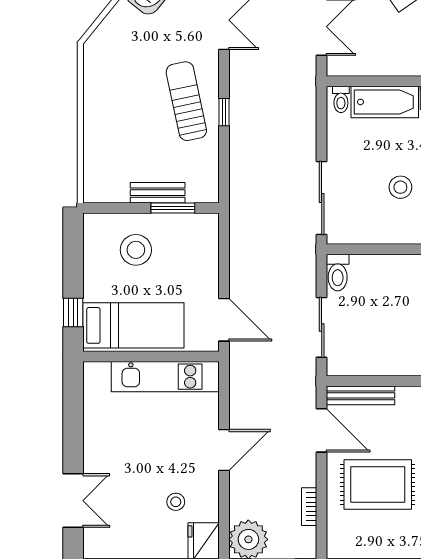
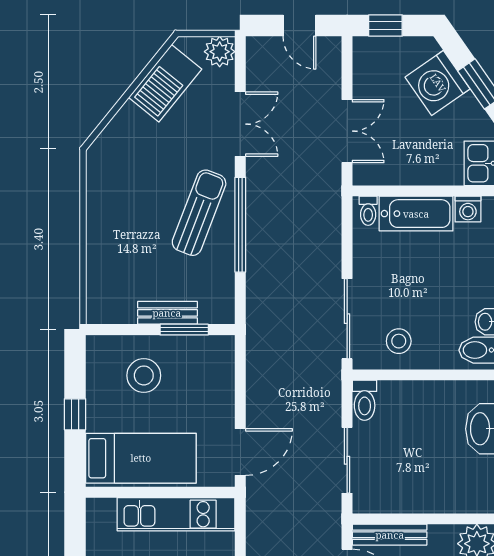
sun lounger: (186, 101) -> (199, 213), turned 33
window: (224, 112) -> (240, 225), width x3.17
stool: (400, 187) -> (399, 341), moved
window: (73, 312) -> (75, 414), moved
door: (224, 320) -> (240, 452), hinge flipped

